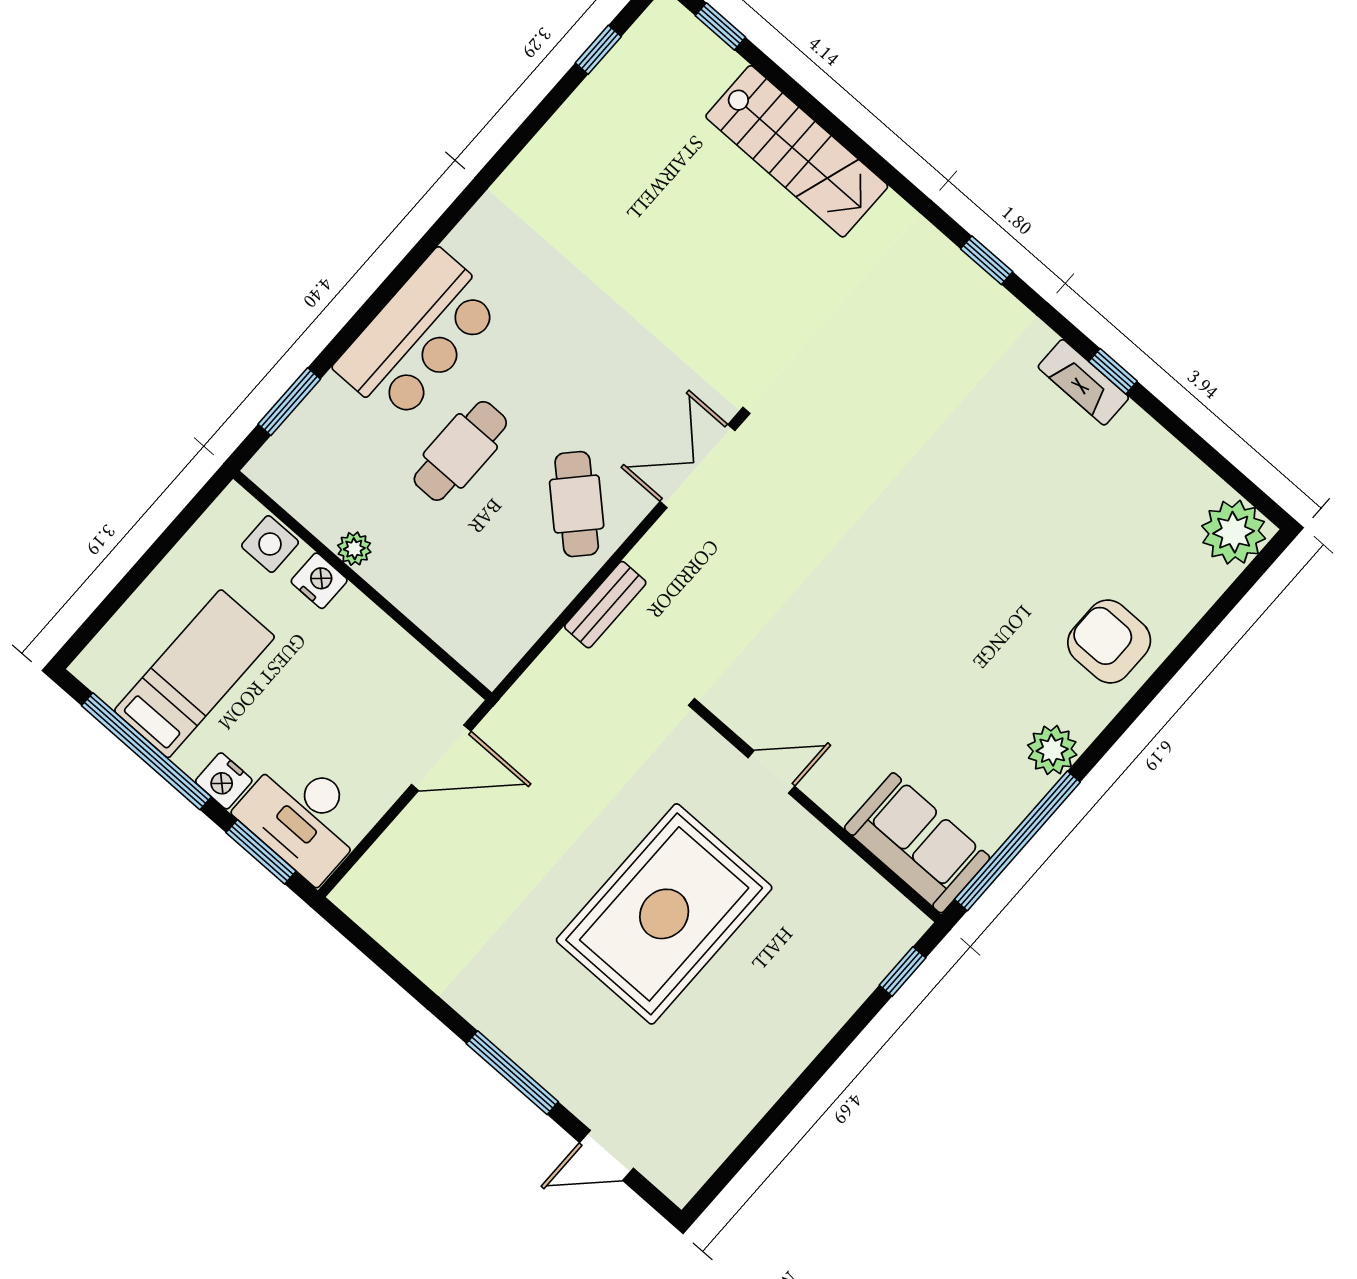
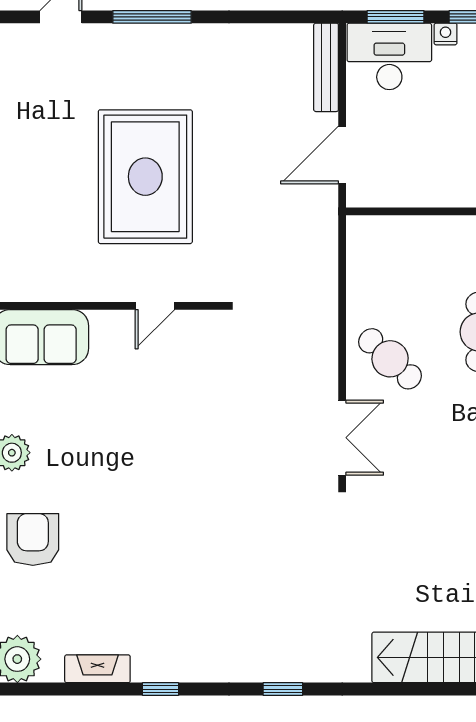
fireplace: (1083, 382) -> (97, 669), moved
bench: (605, 605) -> (326, 67), moved, width x1.36
armchair: (1109, 642) -> (33, 539), turned -90
nightstand: (224, 781) -> (446, 34), width x0.72, depth x0.74

